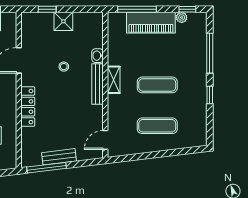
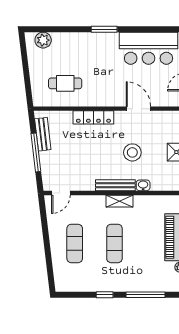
stool: (64, 67) -> (132, 152), width x1.89, depth x1.89
door: (105, 140) -> (61, 193), swing flipped
bench: (59, 157) -> (43, 134), moved
window: (47, 168) -> (36, 152), moved

